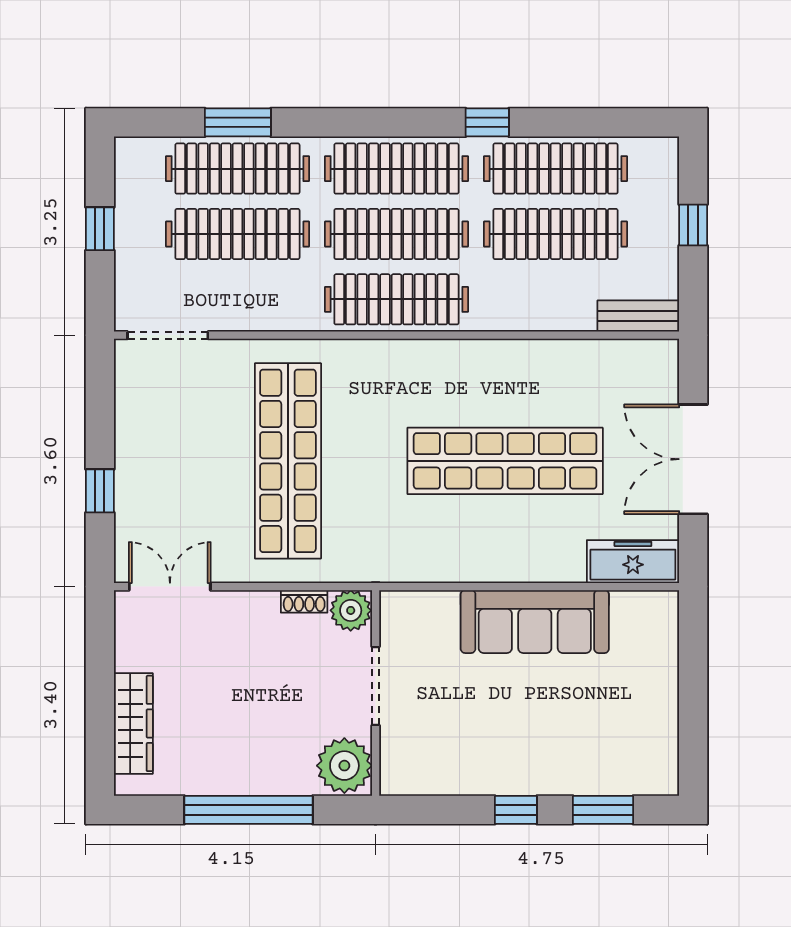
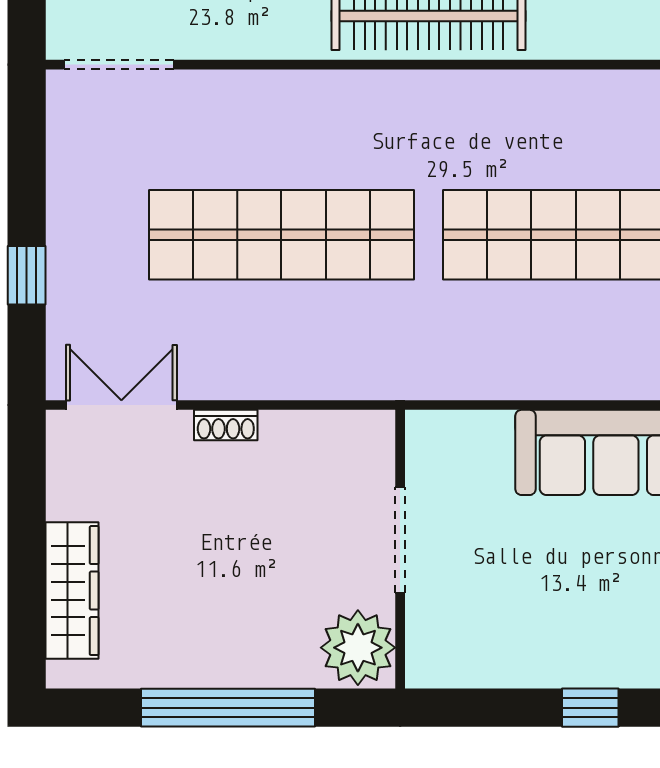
shop shelf: (288, 461) -> (281, 235), turned 90
shoe rack: (304, 601) -> (226, 425), moved
plant: (351, 610) -> (367, 437), removed

